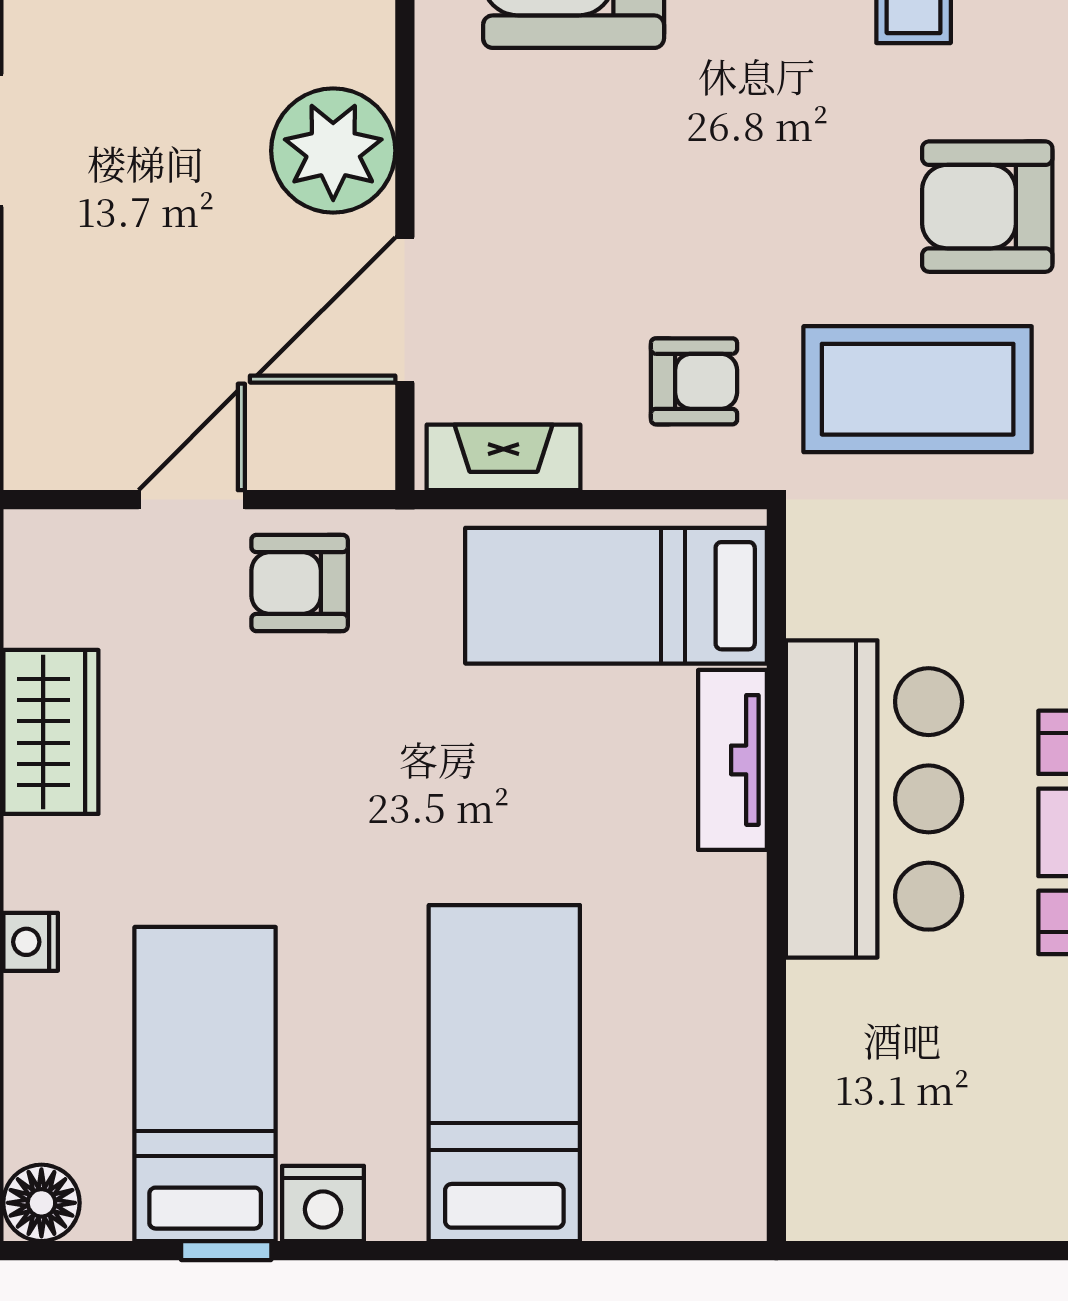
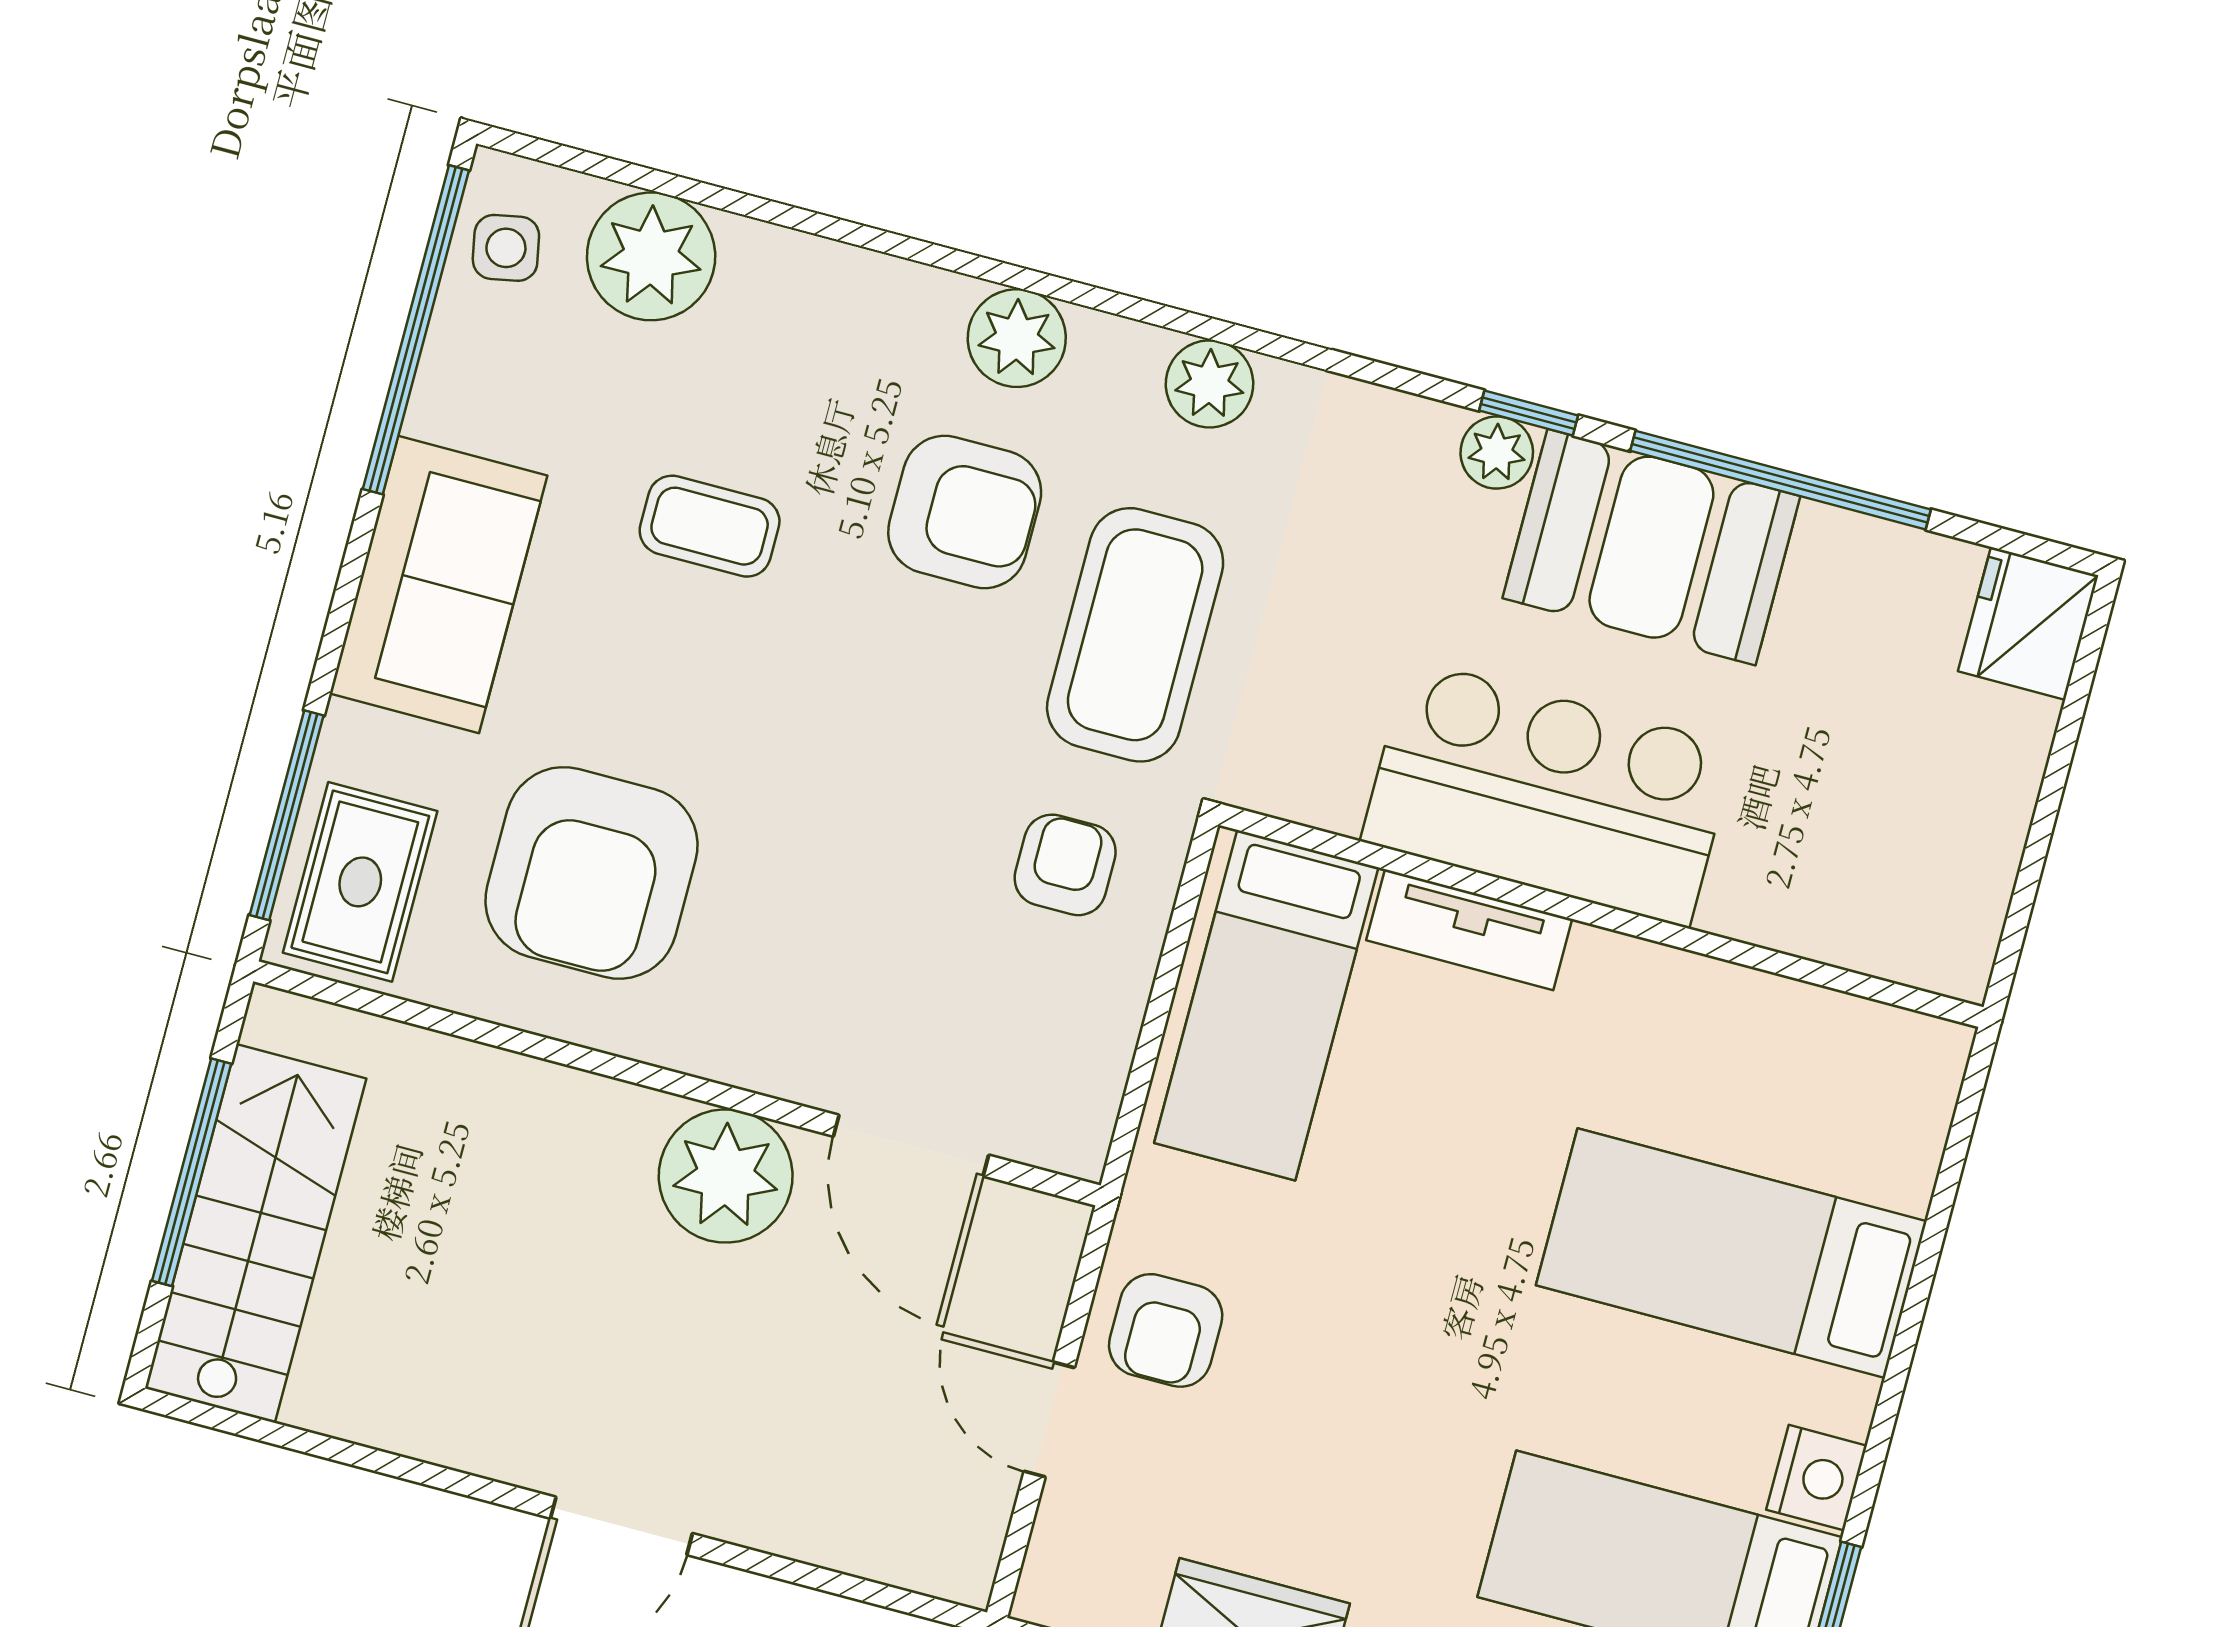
armchair: (987, 207) -> (965, 512), turned -90
fireplace: (504, 457) -> (1091, 1084), removed

